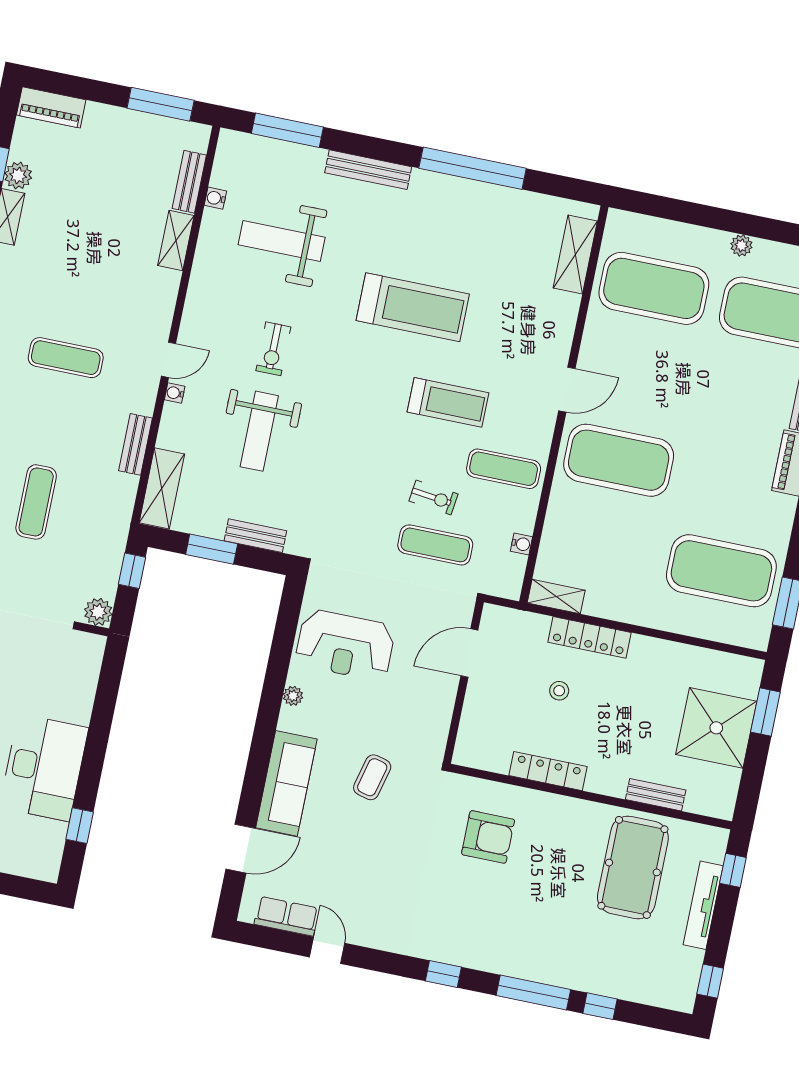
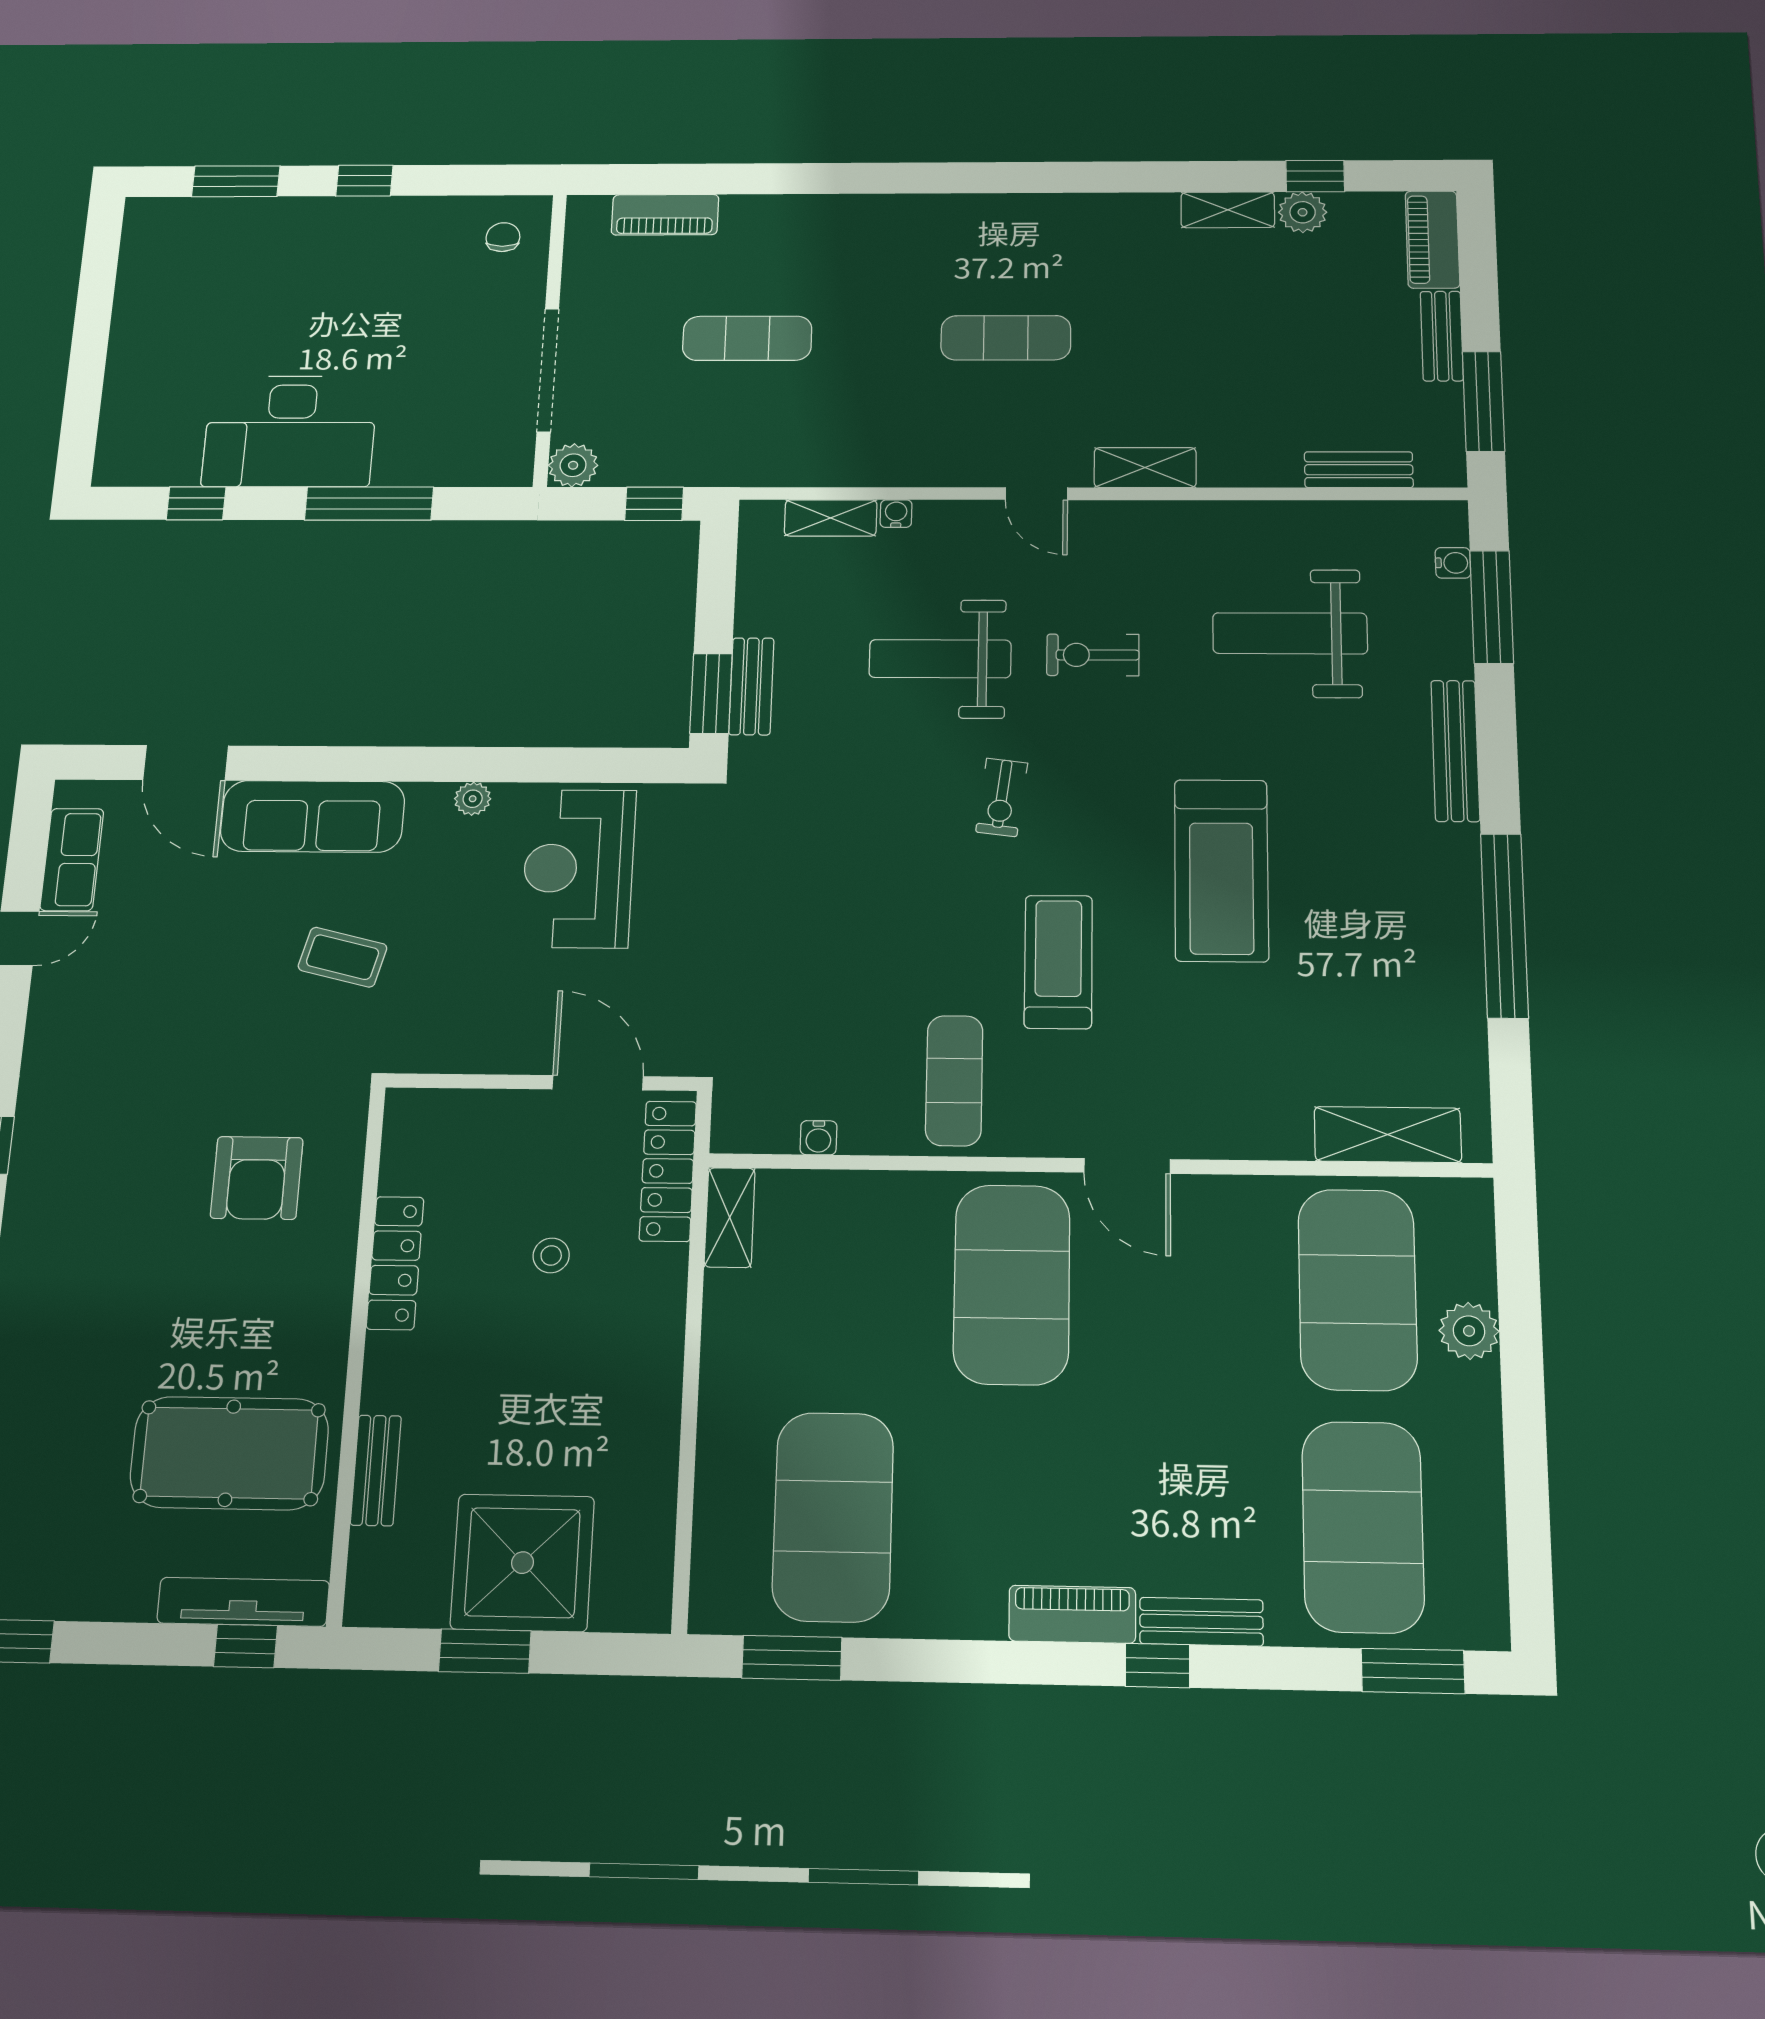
water cooler: (215, 198) -> (1453, 563), moved, turned 90
shelving: (176, 241) -> (1145, 468), moved
weight bench: (282, 241) -> (1290, 633), turned -90
plant: (741, 246) -> (1469, 1331), moved, width x1.38, depth x1.38
exercise mat: (66, 358) -> (1006, 338), turned 90
water cooler: (175, 393) -> (896, 514), moved
treadmill: (448, 402) -> (1058, 962), turned 180
bench: (136, 444) -> (1442, 336), moved, turned 90
shelving: (162, 488) -> (831, 518), width x0.67, depth x0.75
exercise bike: (433, 497) -> (1002, 797), moved
exercise mat: (435, 545) -> (789, 988), removed
window: (212, 549) -> (711, 693), moved
locker: (590, 637) -> (668, 1171), moved
window: (765, 712) -> (485, 1651), moved
window: (99, 729) -> (369, 504), added
tv unit: (703, 905) -> (243, 1602), moved

